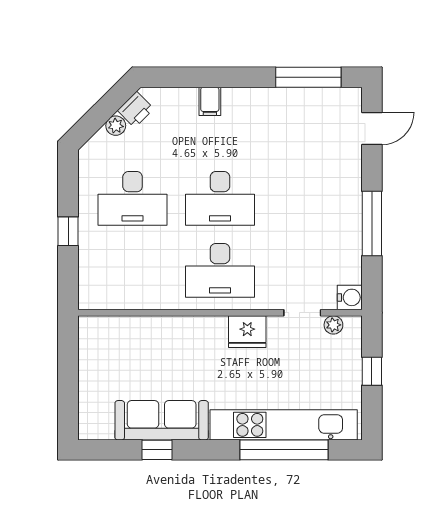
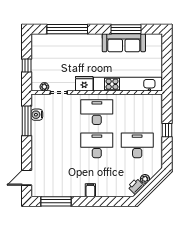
filing cabinet: (210, 101) -> (90, 190), moved
window: (372, 224) -> (27, 121), moved
water cooler: (350, 297) -> (37, 115), moved
kitchen unit: (284, 425) -> (128, 84), moved, turned 180
window: (157, 450) -> (126, 29), width x2.17

